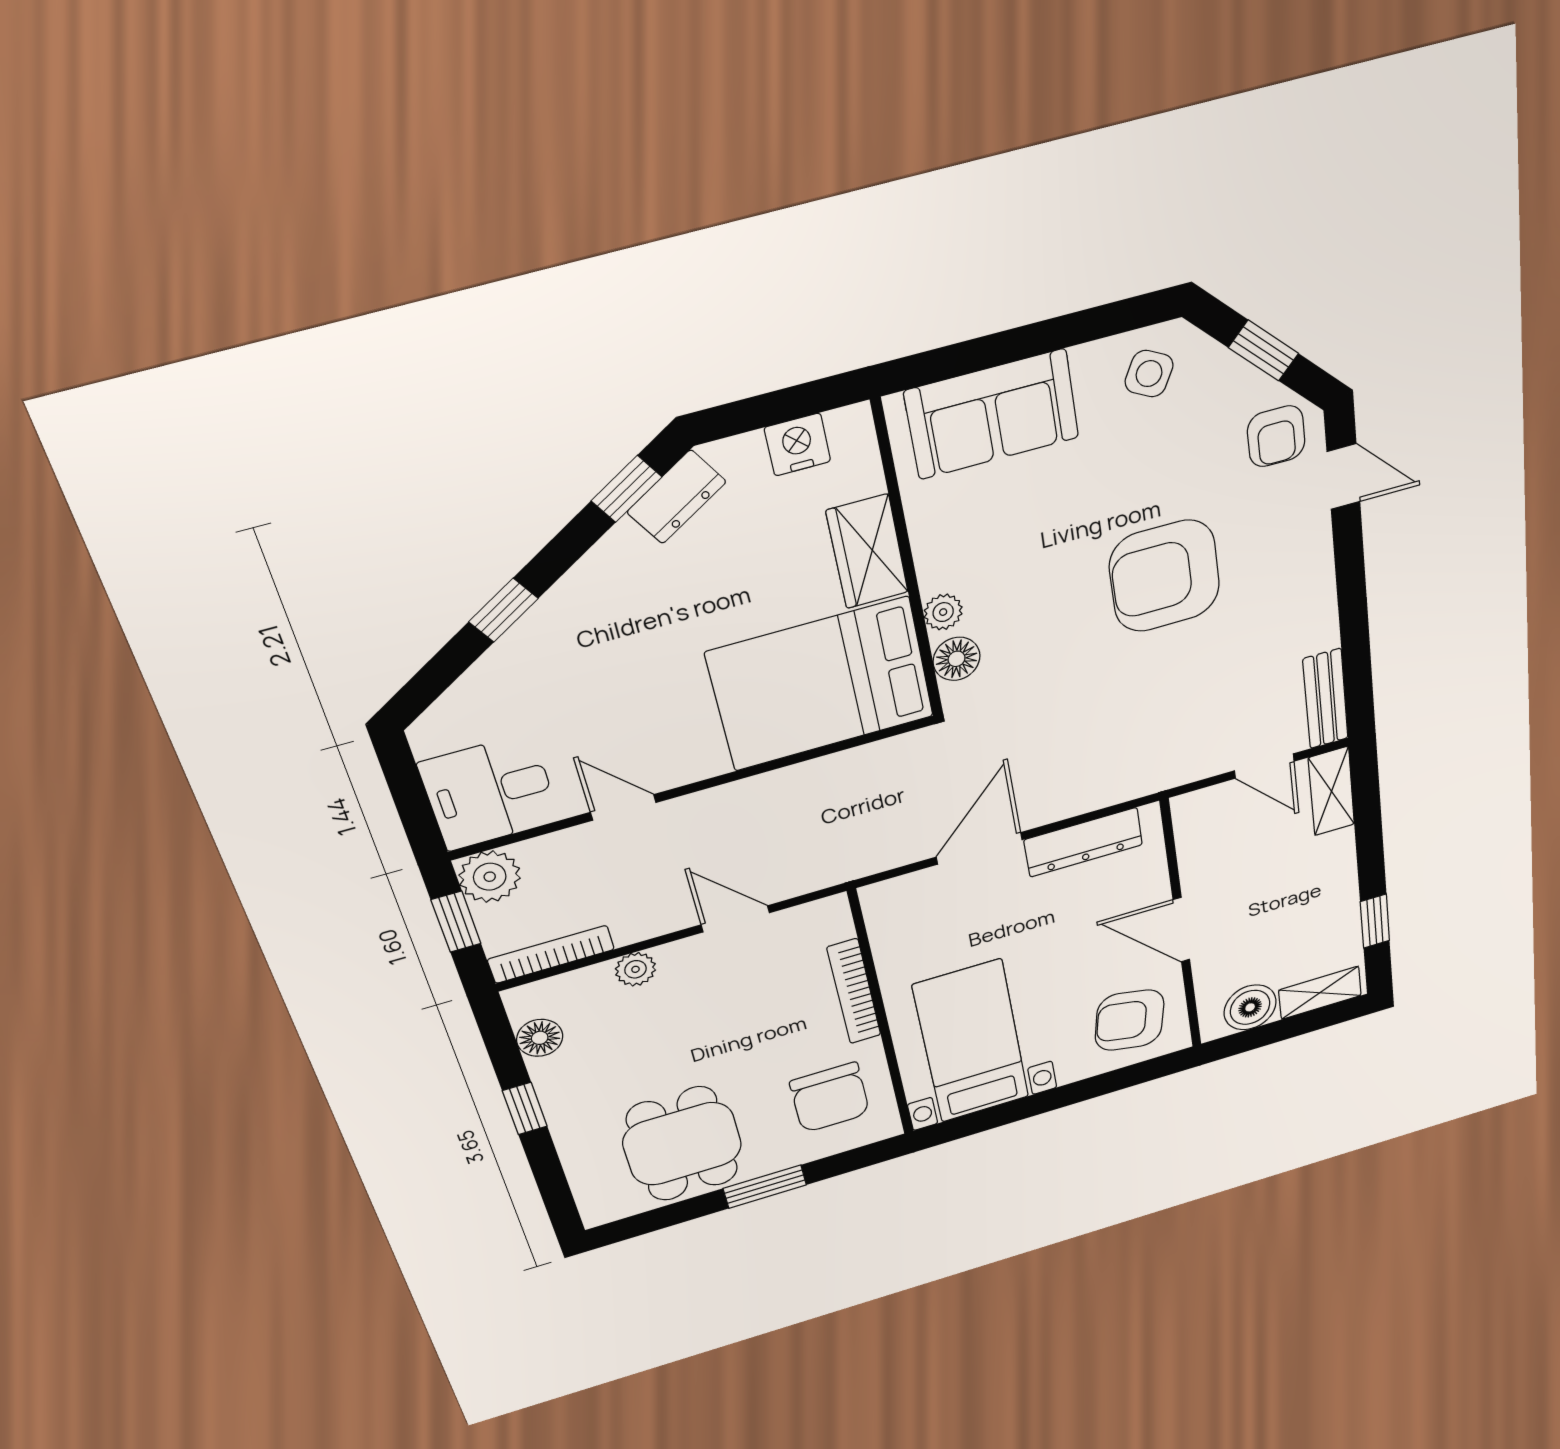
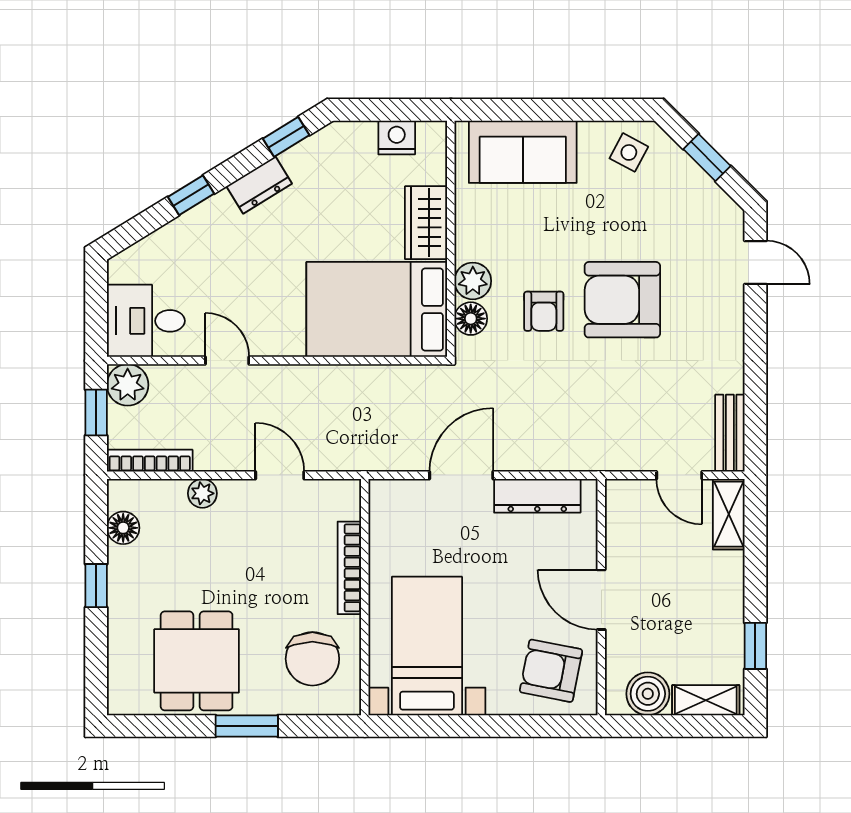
armchair: (1276, 436) -> (544, 311), moved
dresser: (677, 497) -> (259, 185), moved
plant: (943, 612) -> (473, 281), width x1.38, depth x1.38

